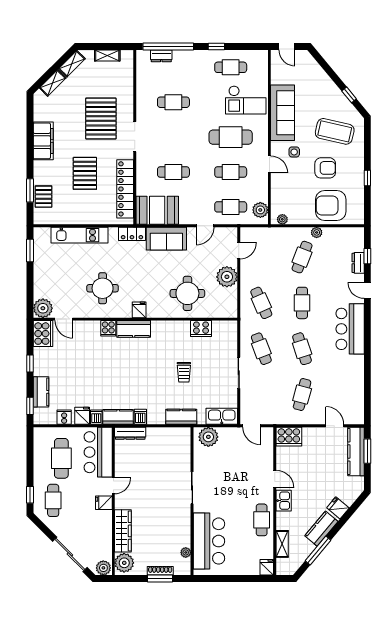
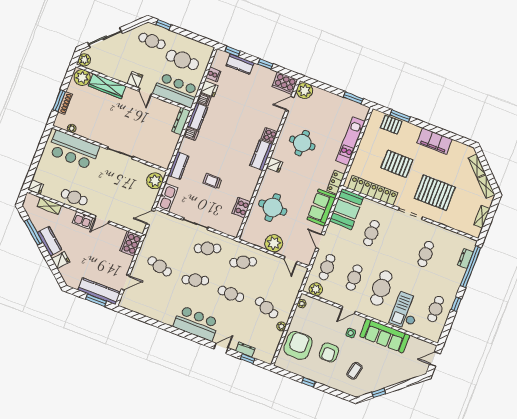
coffee table: (335, 131) -> (355, 371), width x0.54, depth x0.58

